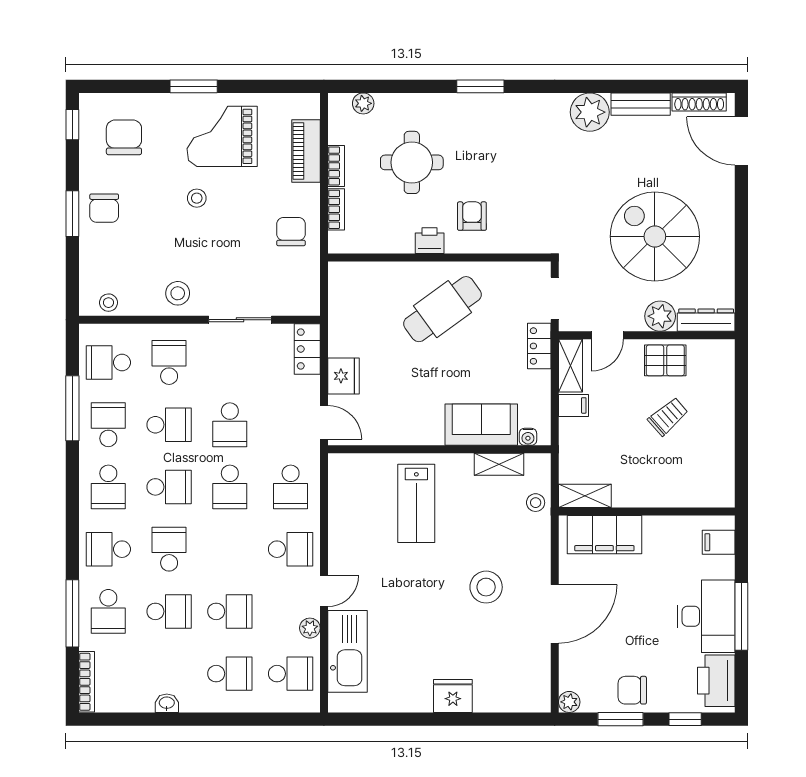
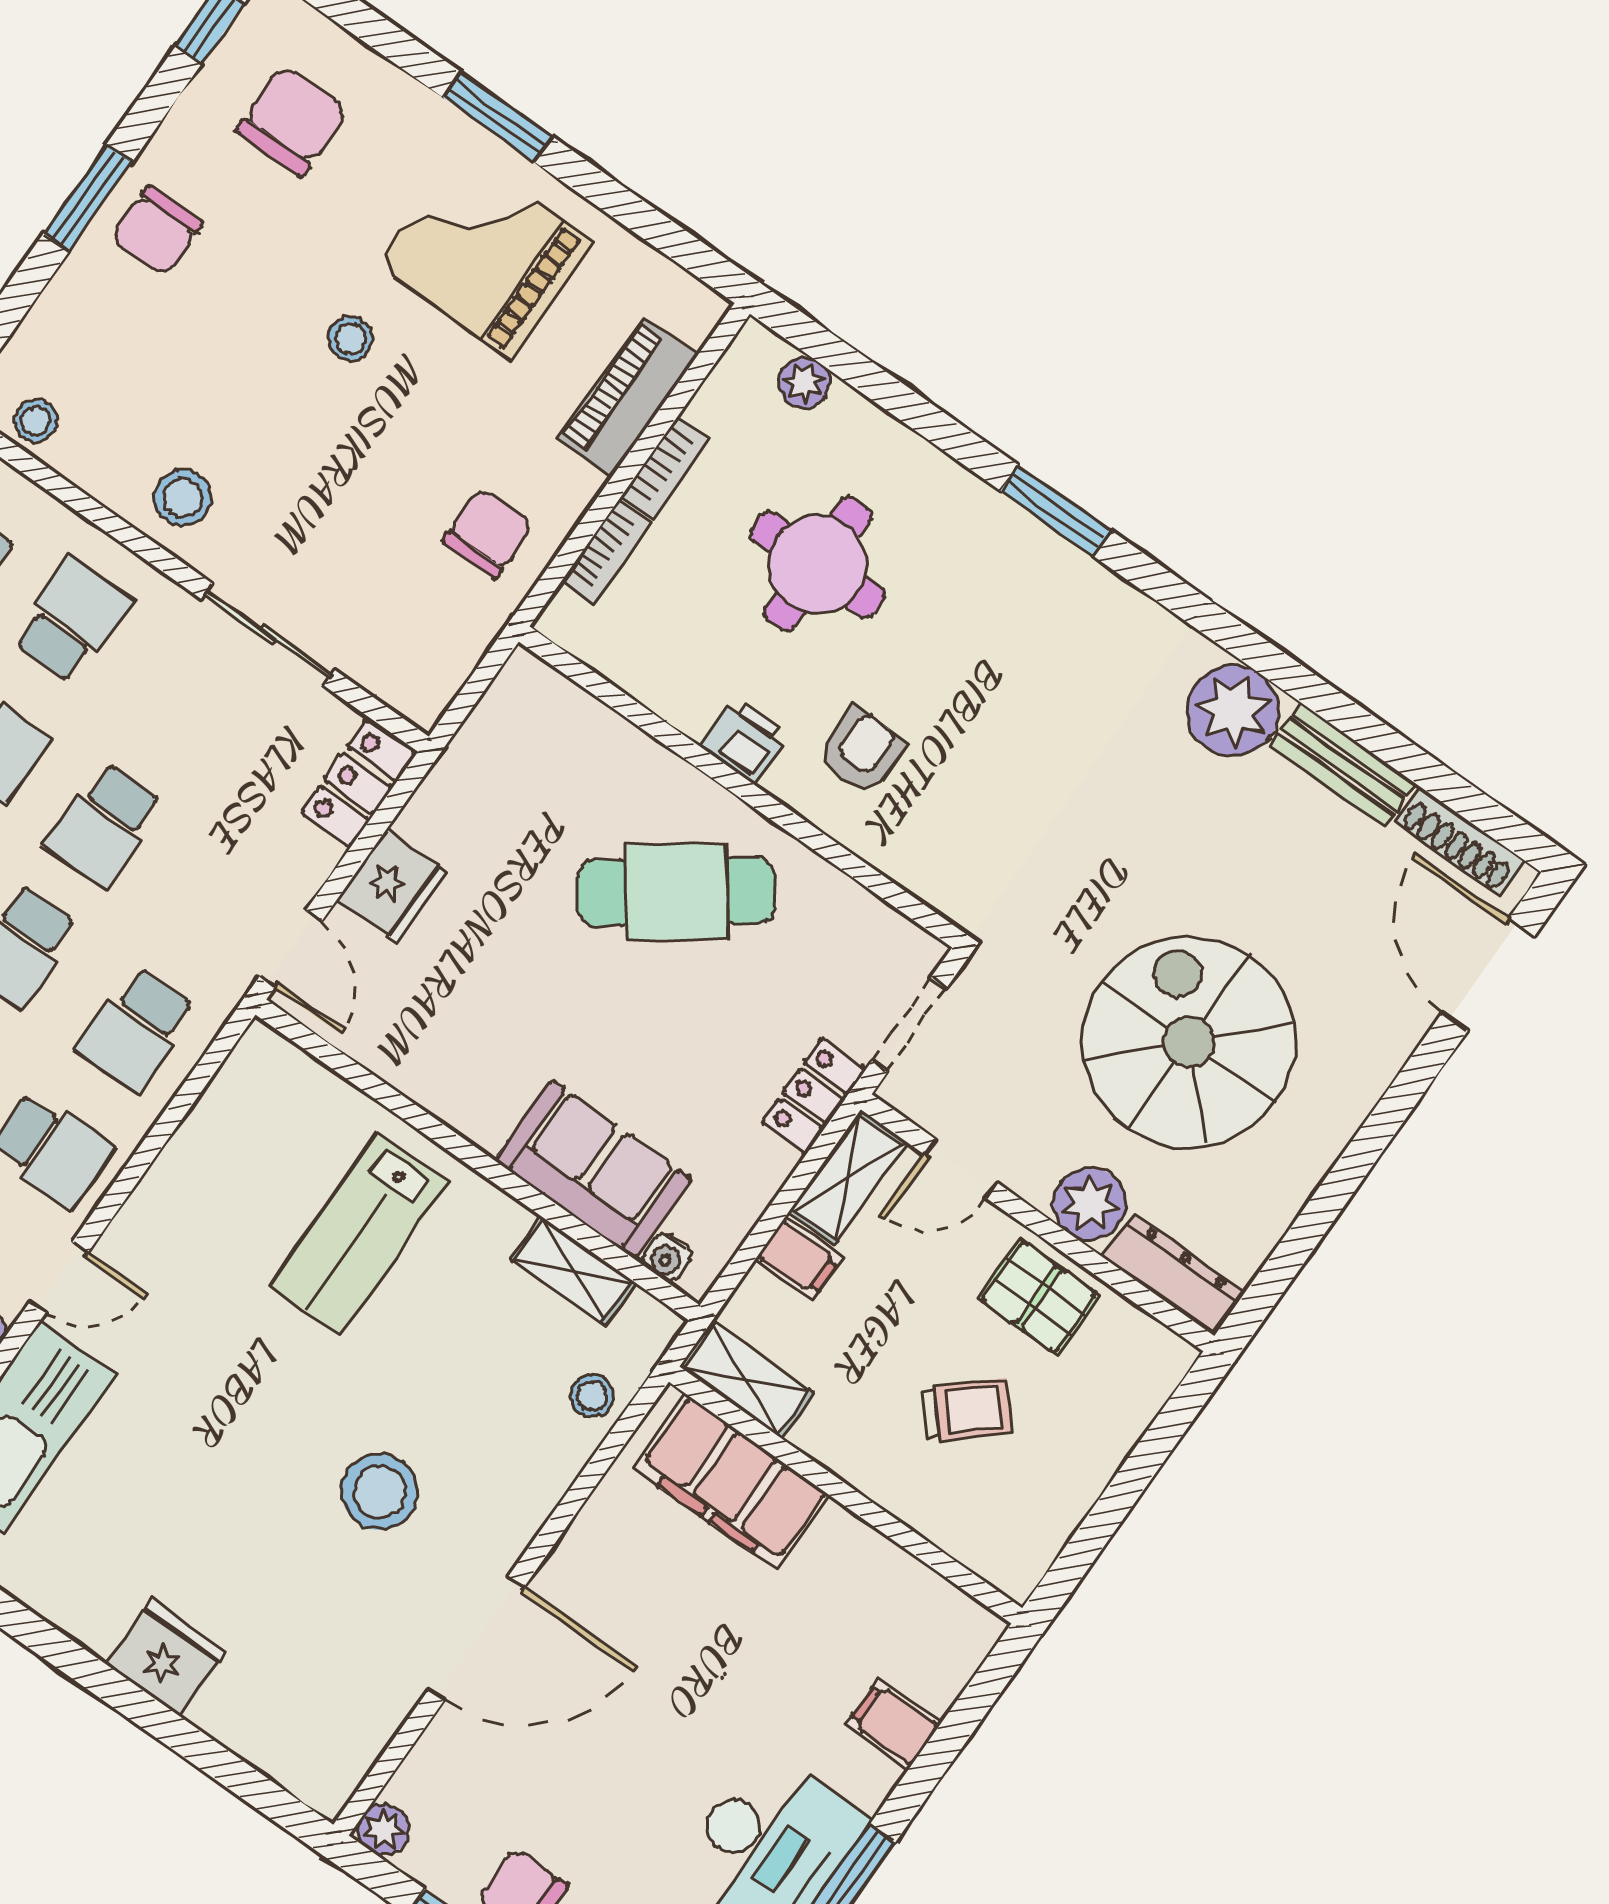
shelving: (585, 496) -> (747, 1380), moved
wall: (647, 512) -> (845, 1495), moved
filing cabinet: (604, 535) -> (731, 1482), moved

